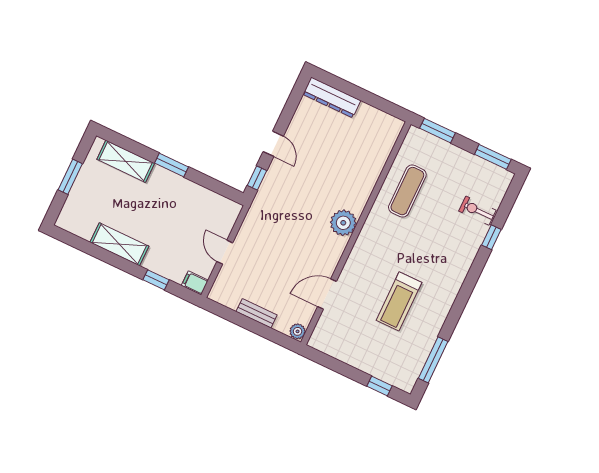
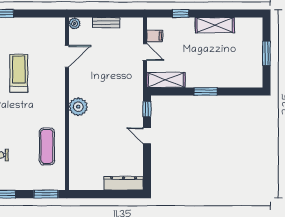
shelving: (126, 161) -> (166, 80), moved
filing cabinet: (195, 283) -> (155, 36), moved

